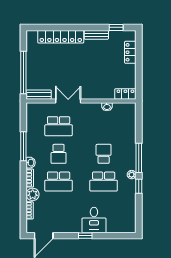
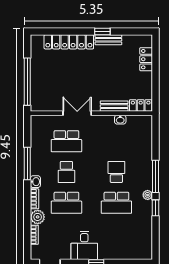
window: (116, 27) -> (102, 32), moved
bench: (39, 95) -> (114, 106), moved
desk: (94, 220) -> (84, 245), moved

